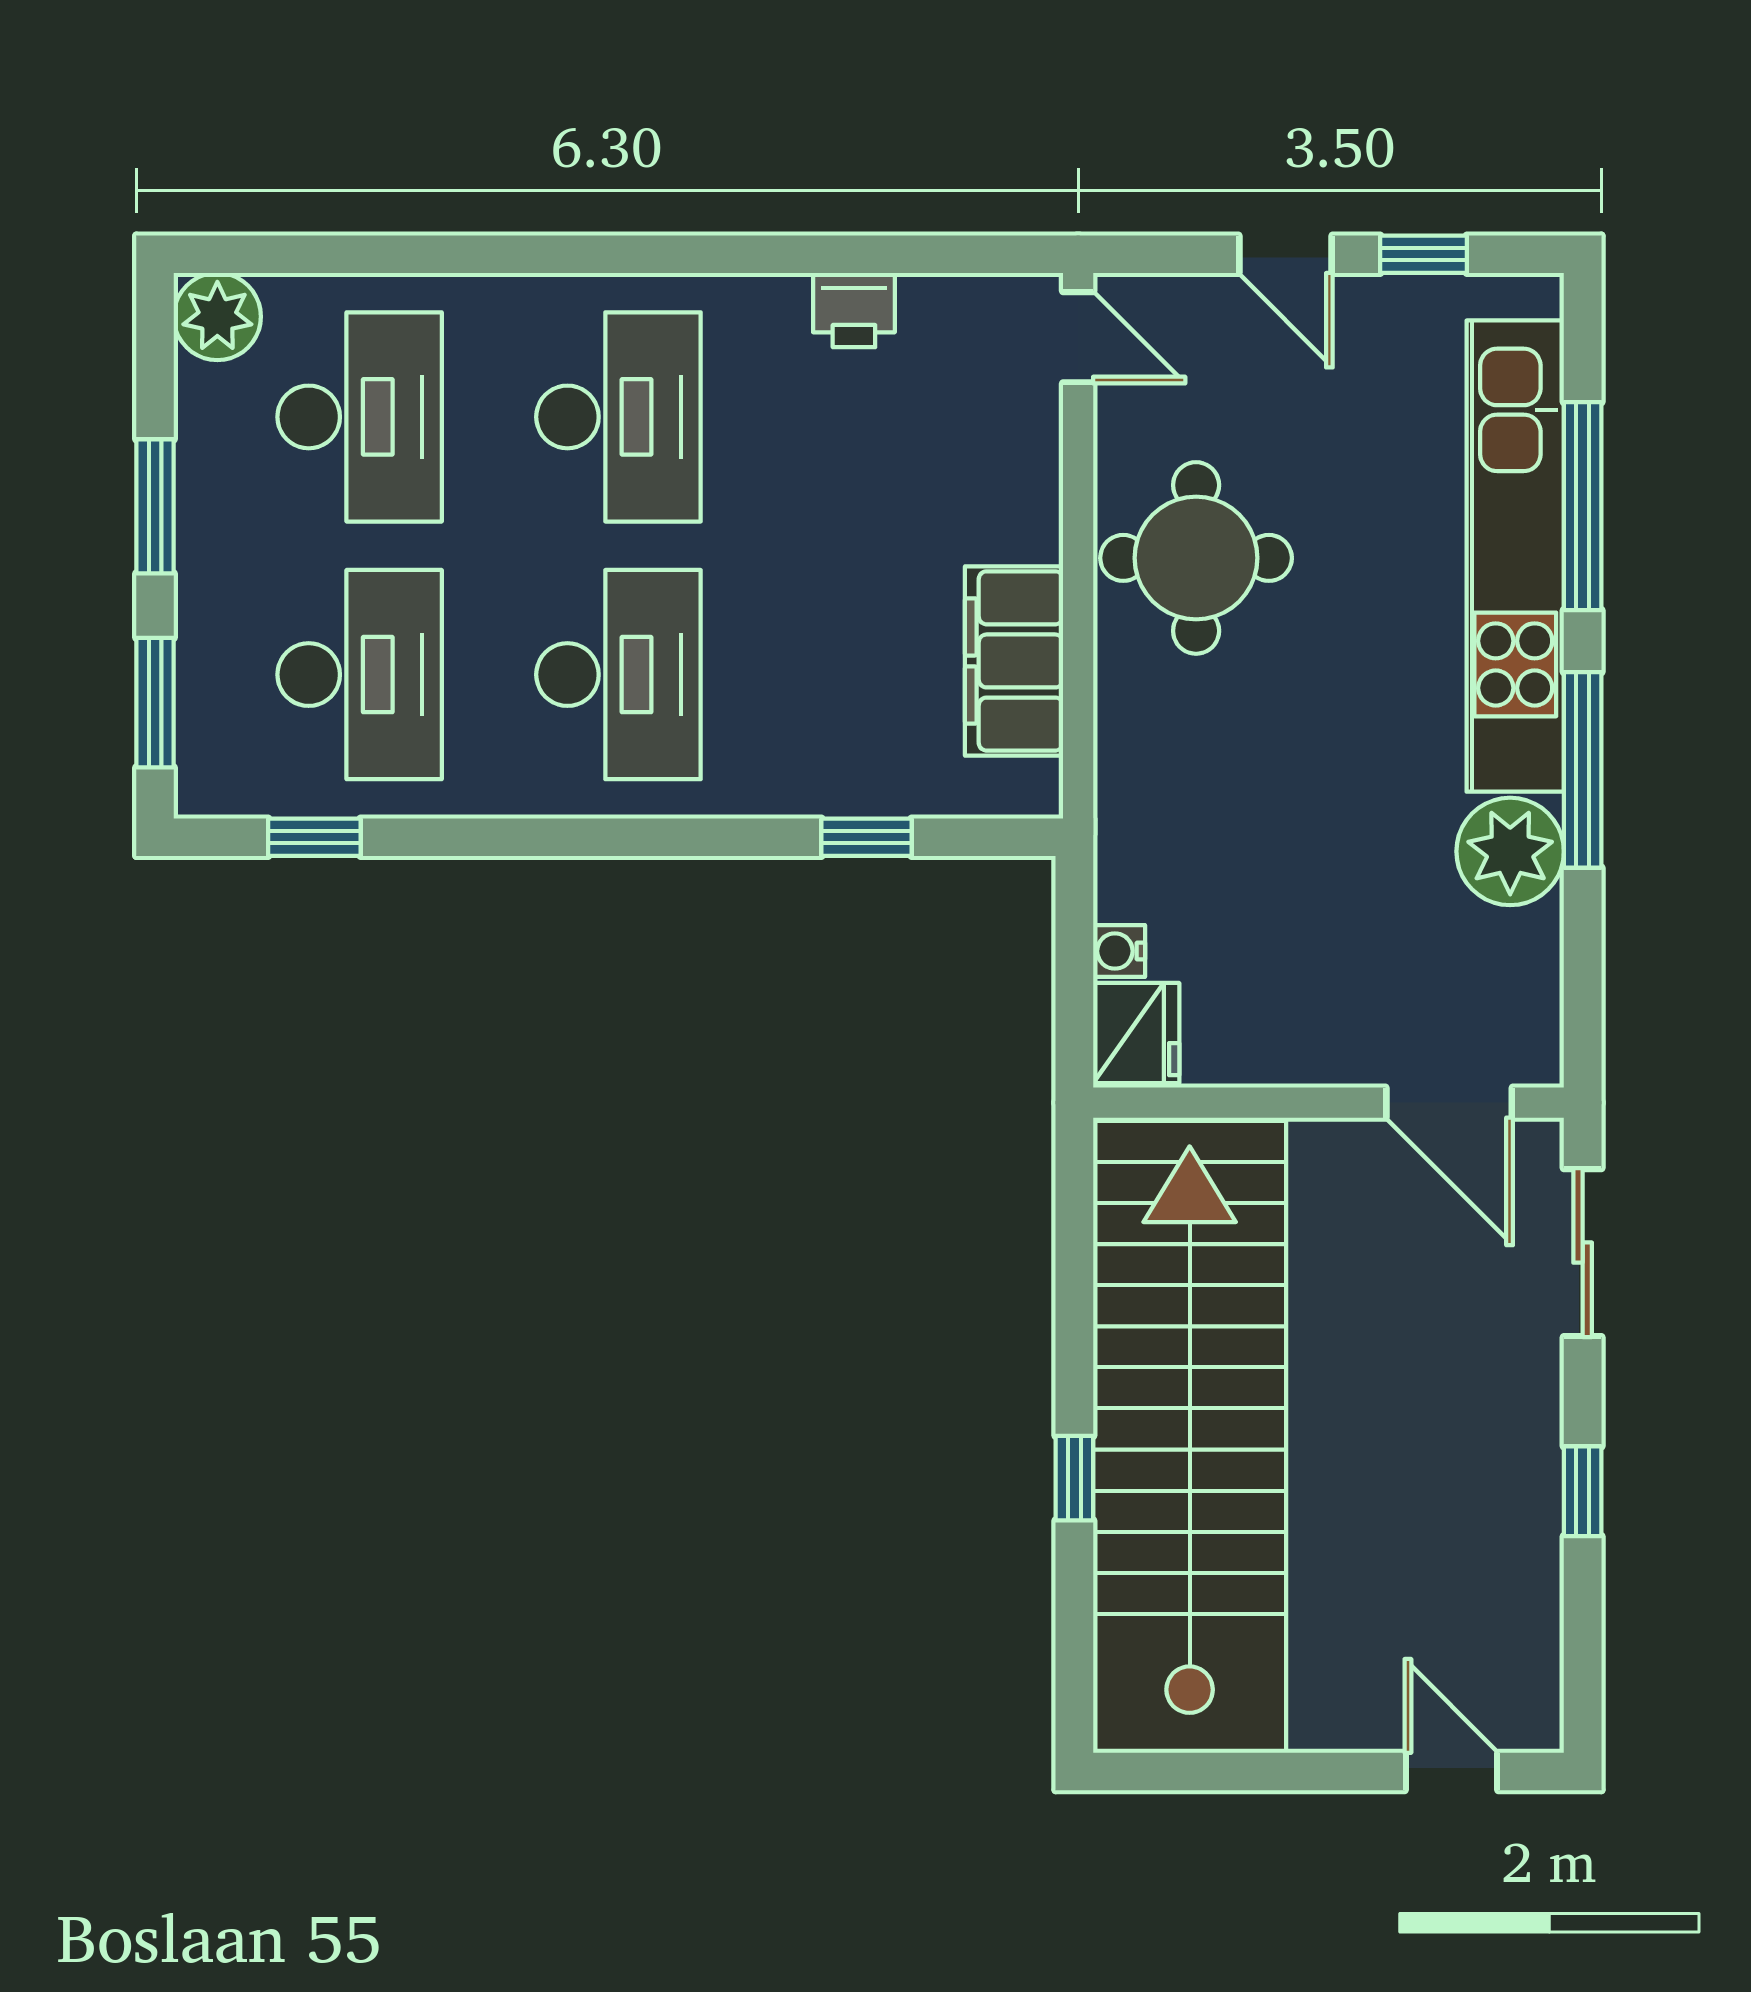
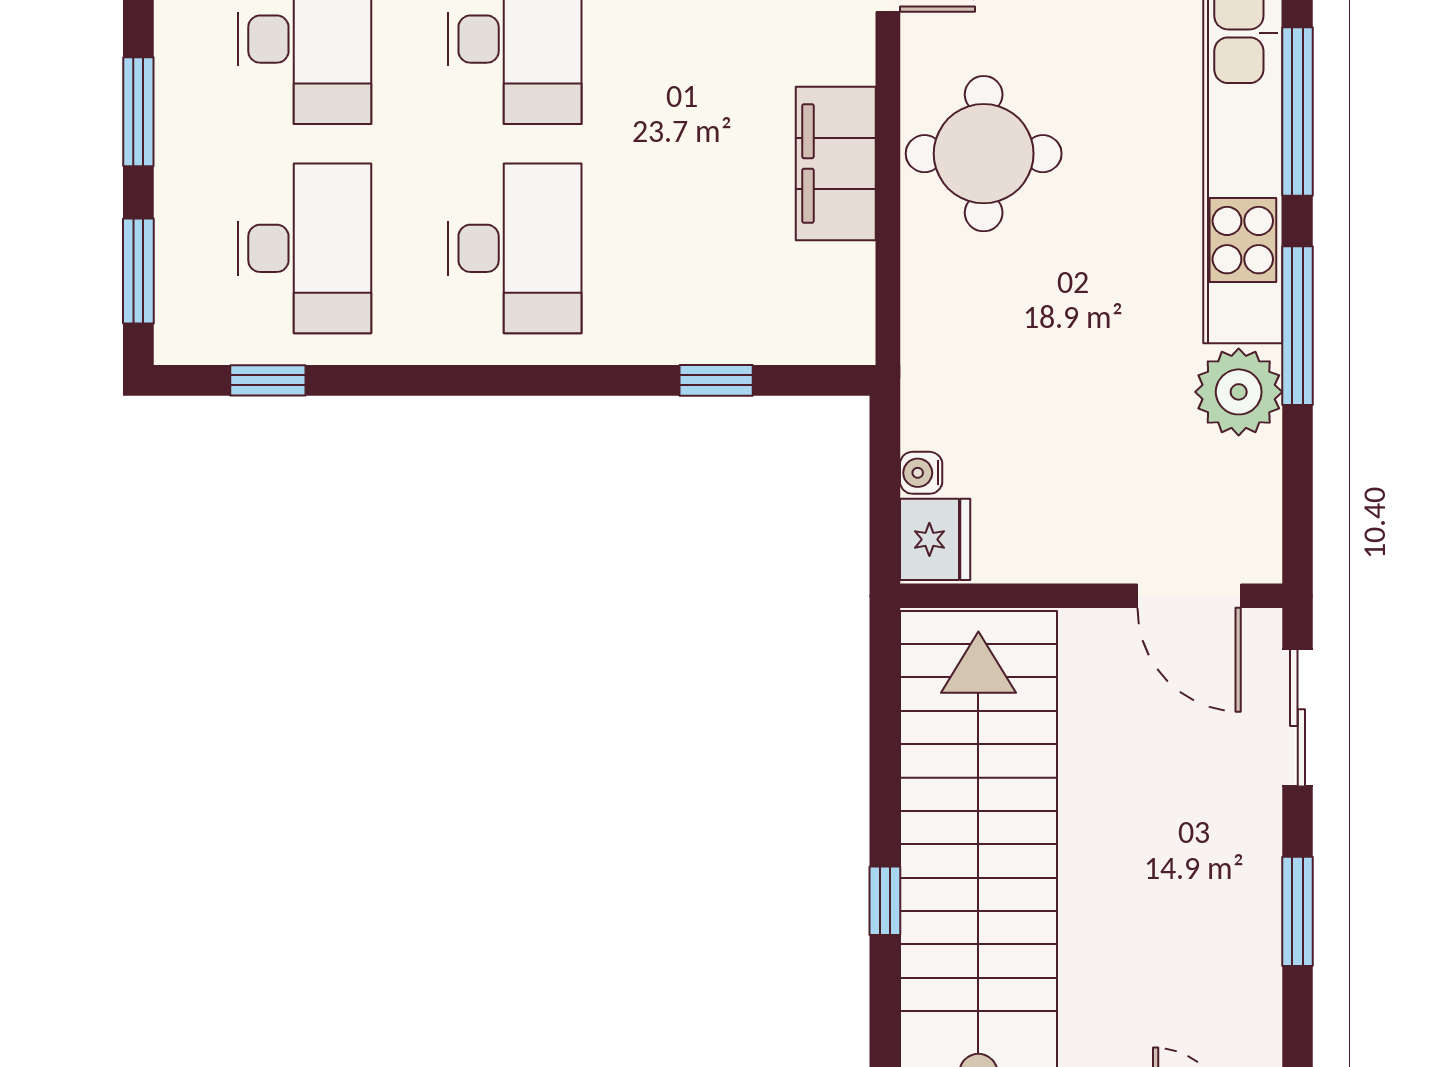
filing cabinet: (1014, 661) -> (836, 163), moved
window: (1583, 1491) -> (1298, 911), width x1.50

